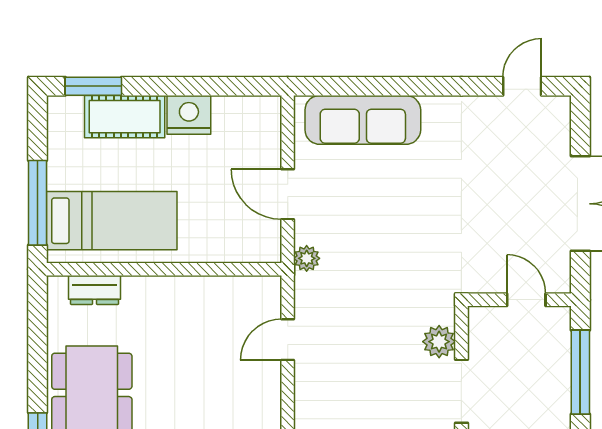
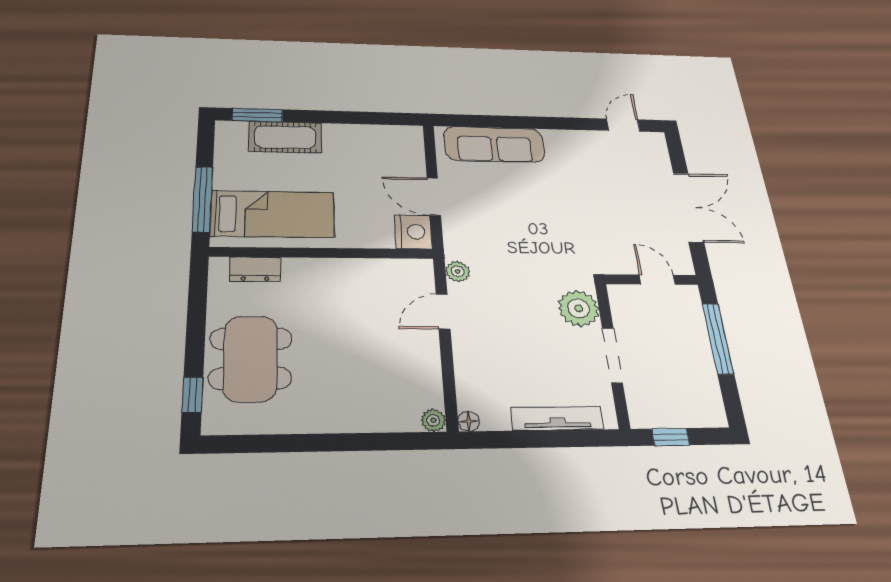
nightstand: (189, 115) -> (413, 232), moved, turned 90
plant: (307, 258) -> (458, 271), moved
plant: (439, 342) -> (579, 308), width x1.36, depth x1.36

